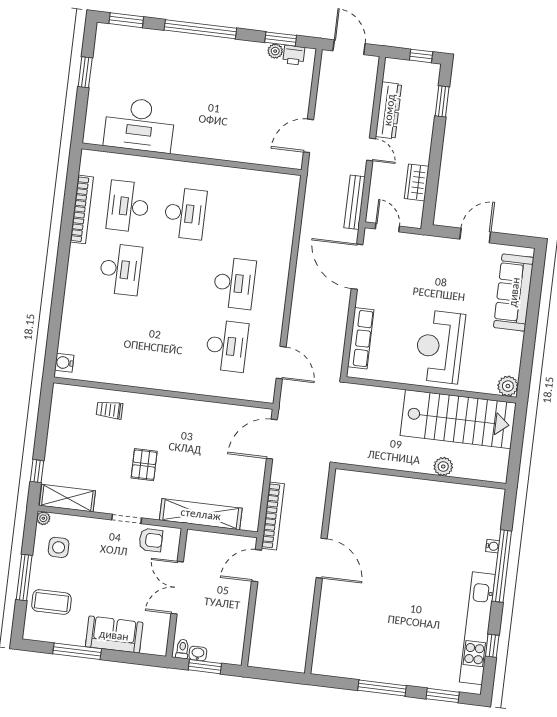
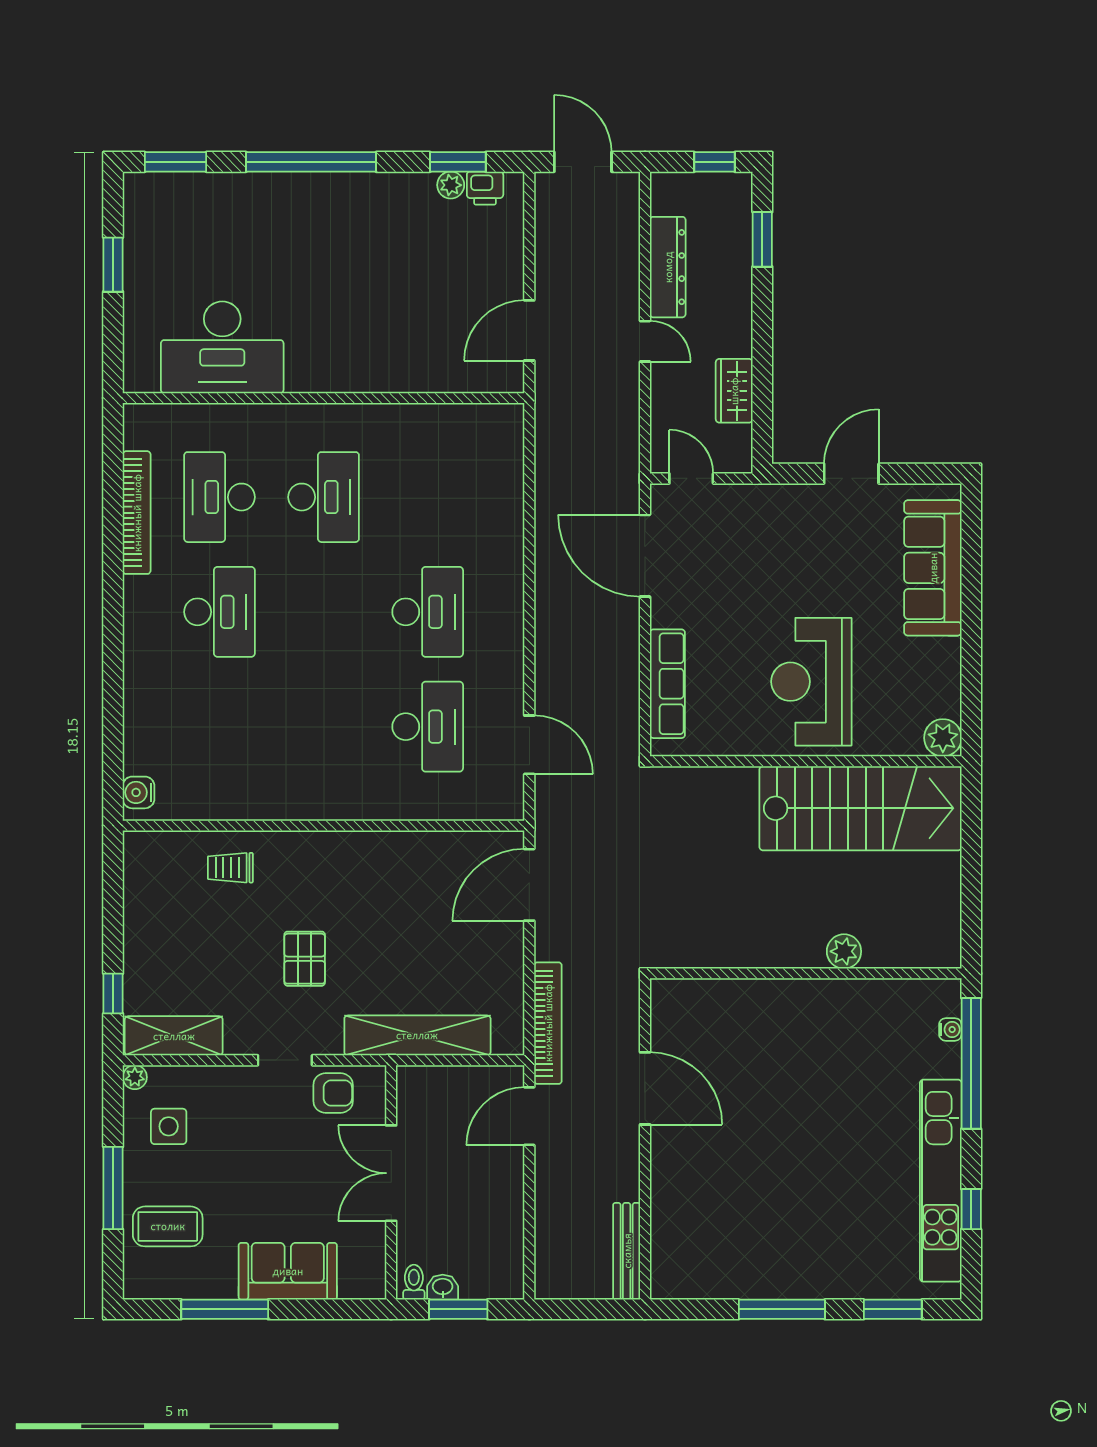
bench: (355, 202) -> (627, 1251), moved
plant: (443, 466) -> (844, 951), moved
wall: (421, 476) -> (806, 973), moved

